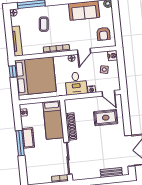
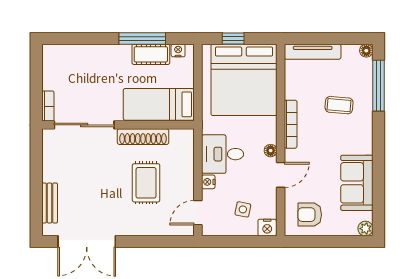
door: (84, 51) -> (281, 175), swing flipped
window: (13, 72) -> (233, 38), moved
rug: (106, 118) -> (146, 183), moved
cot: (28, 138) -> (151, 54), moved
window: (20, 143) -> (142, 38), moved

